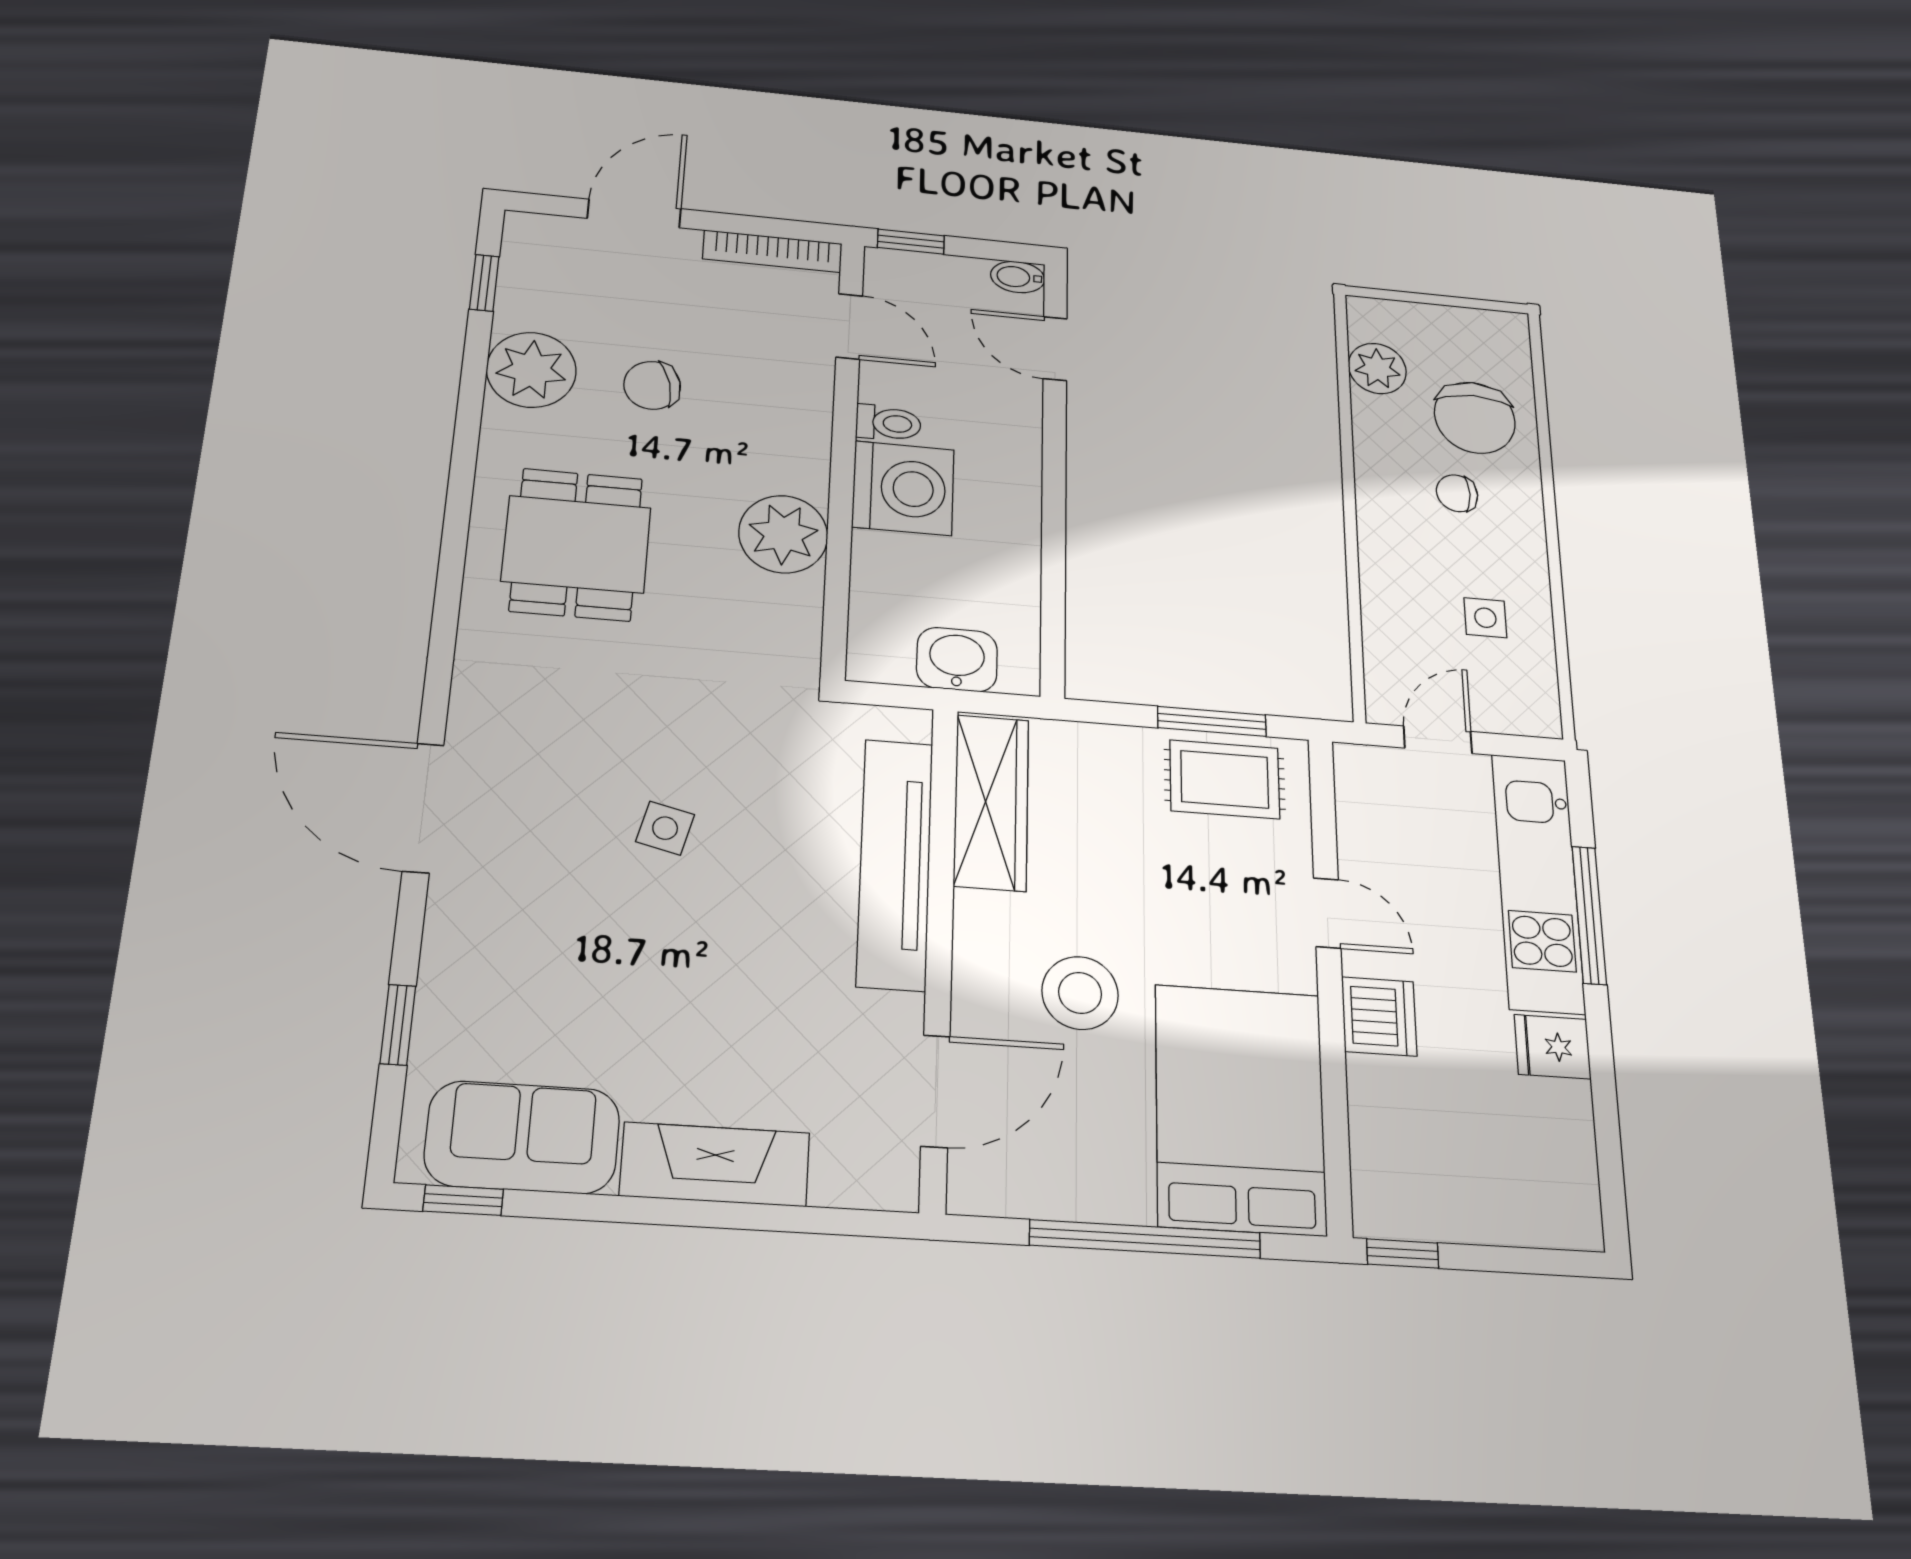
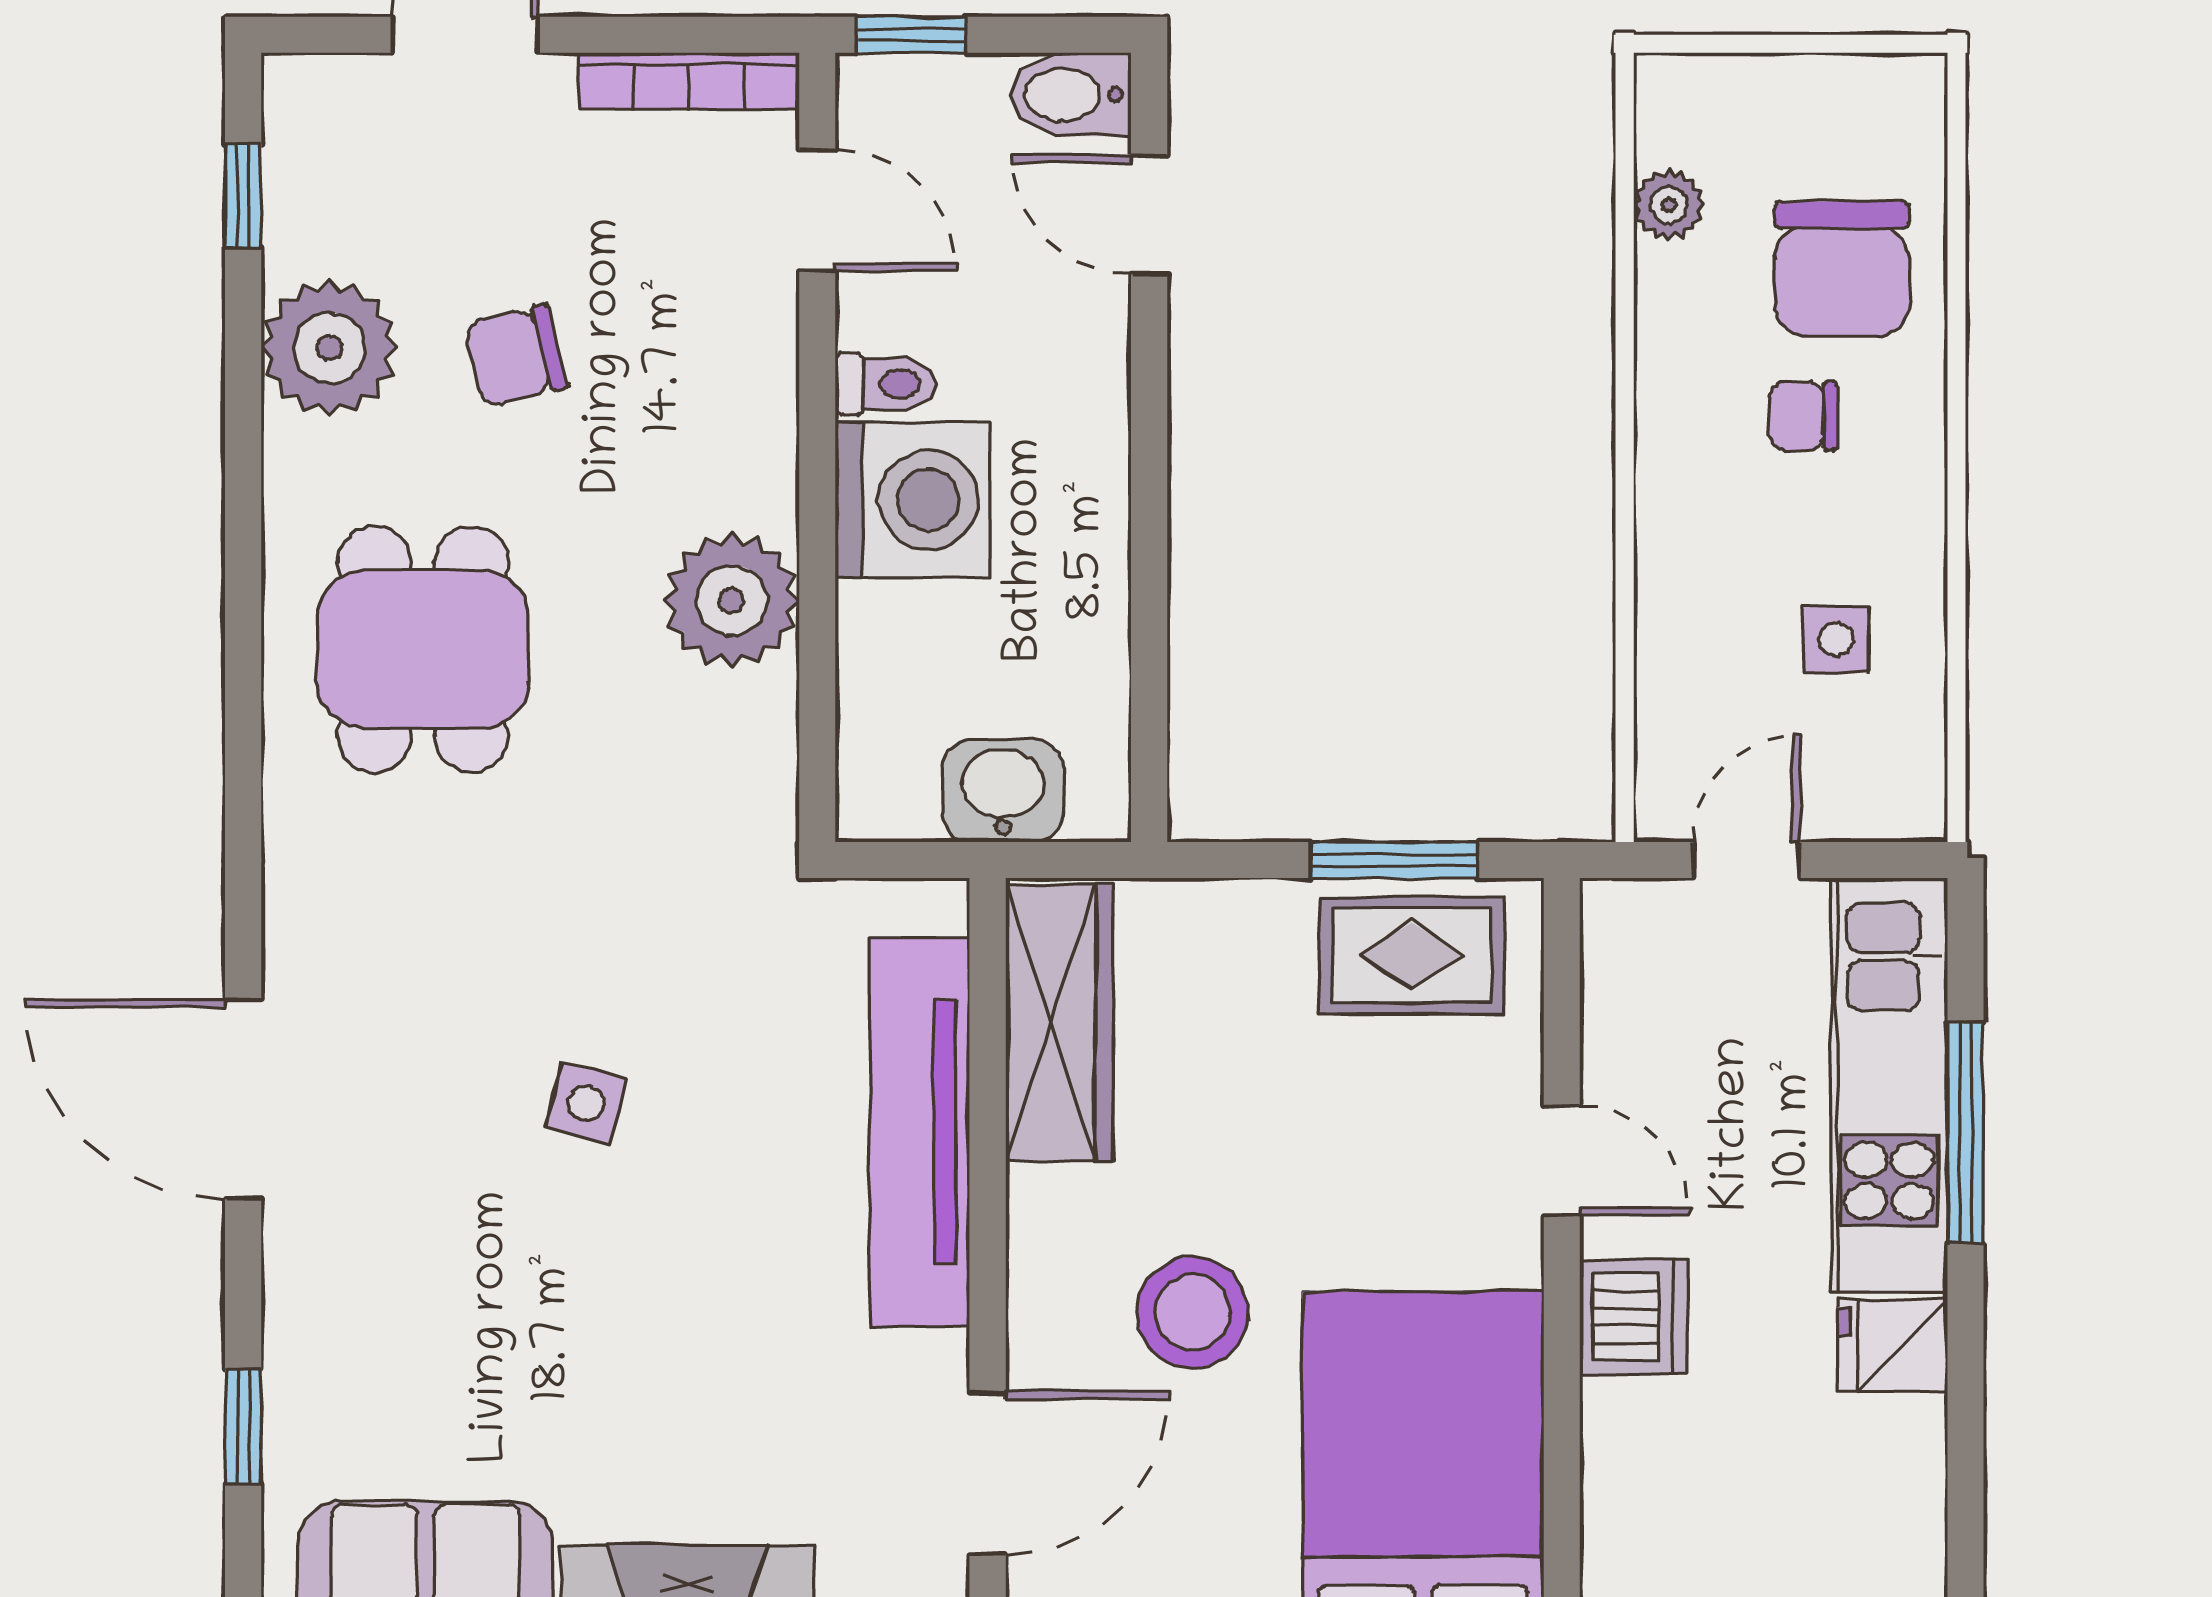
bidet: (1018, 277) -> (1071, 94), width x1.38, depth x1.36
plant: (1377, 369) -> (1669, 205), width x0.73, depth x0.73

